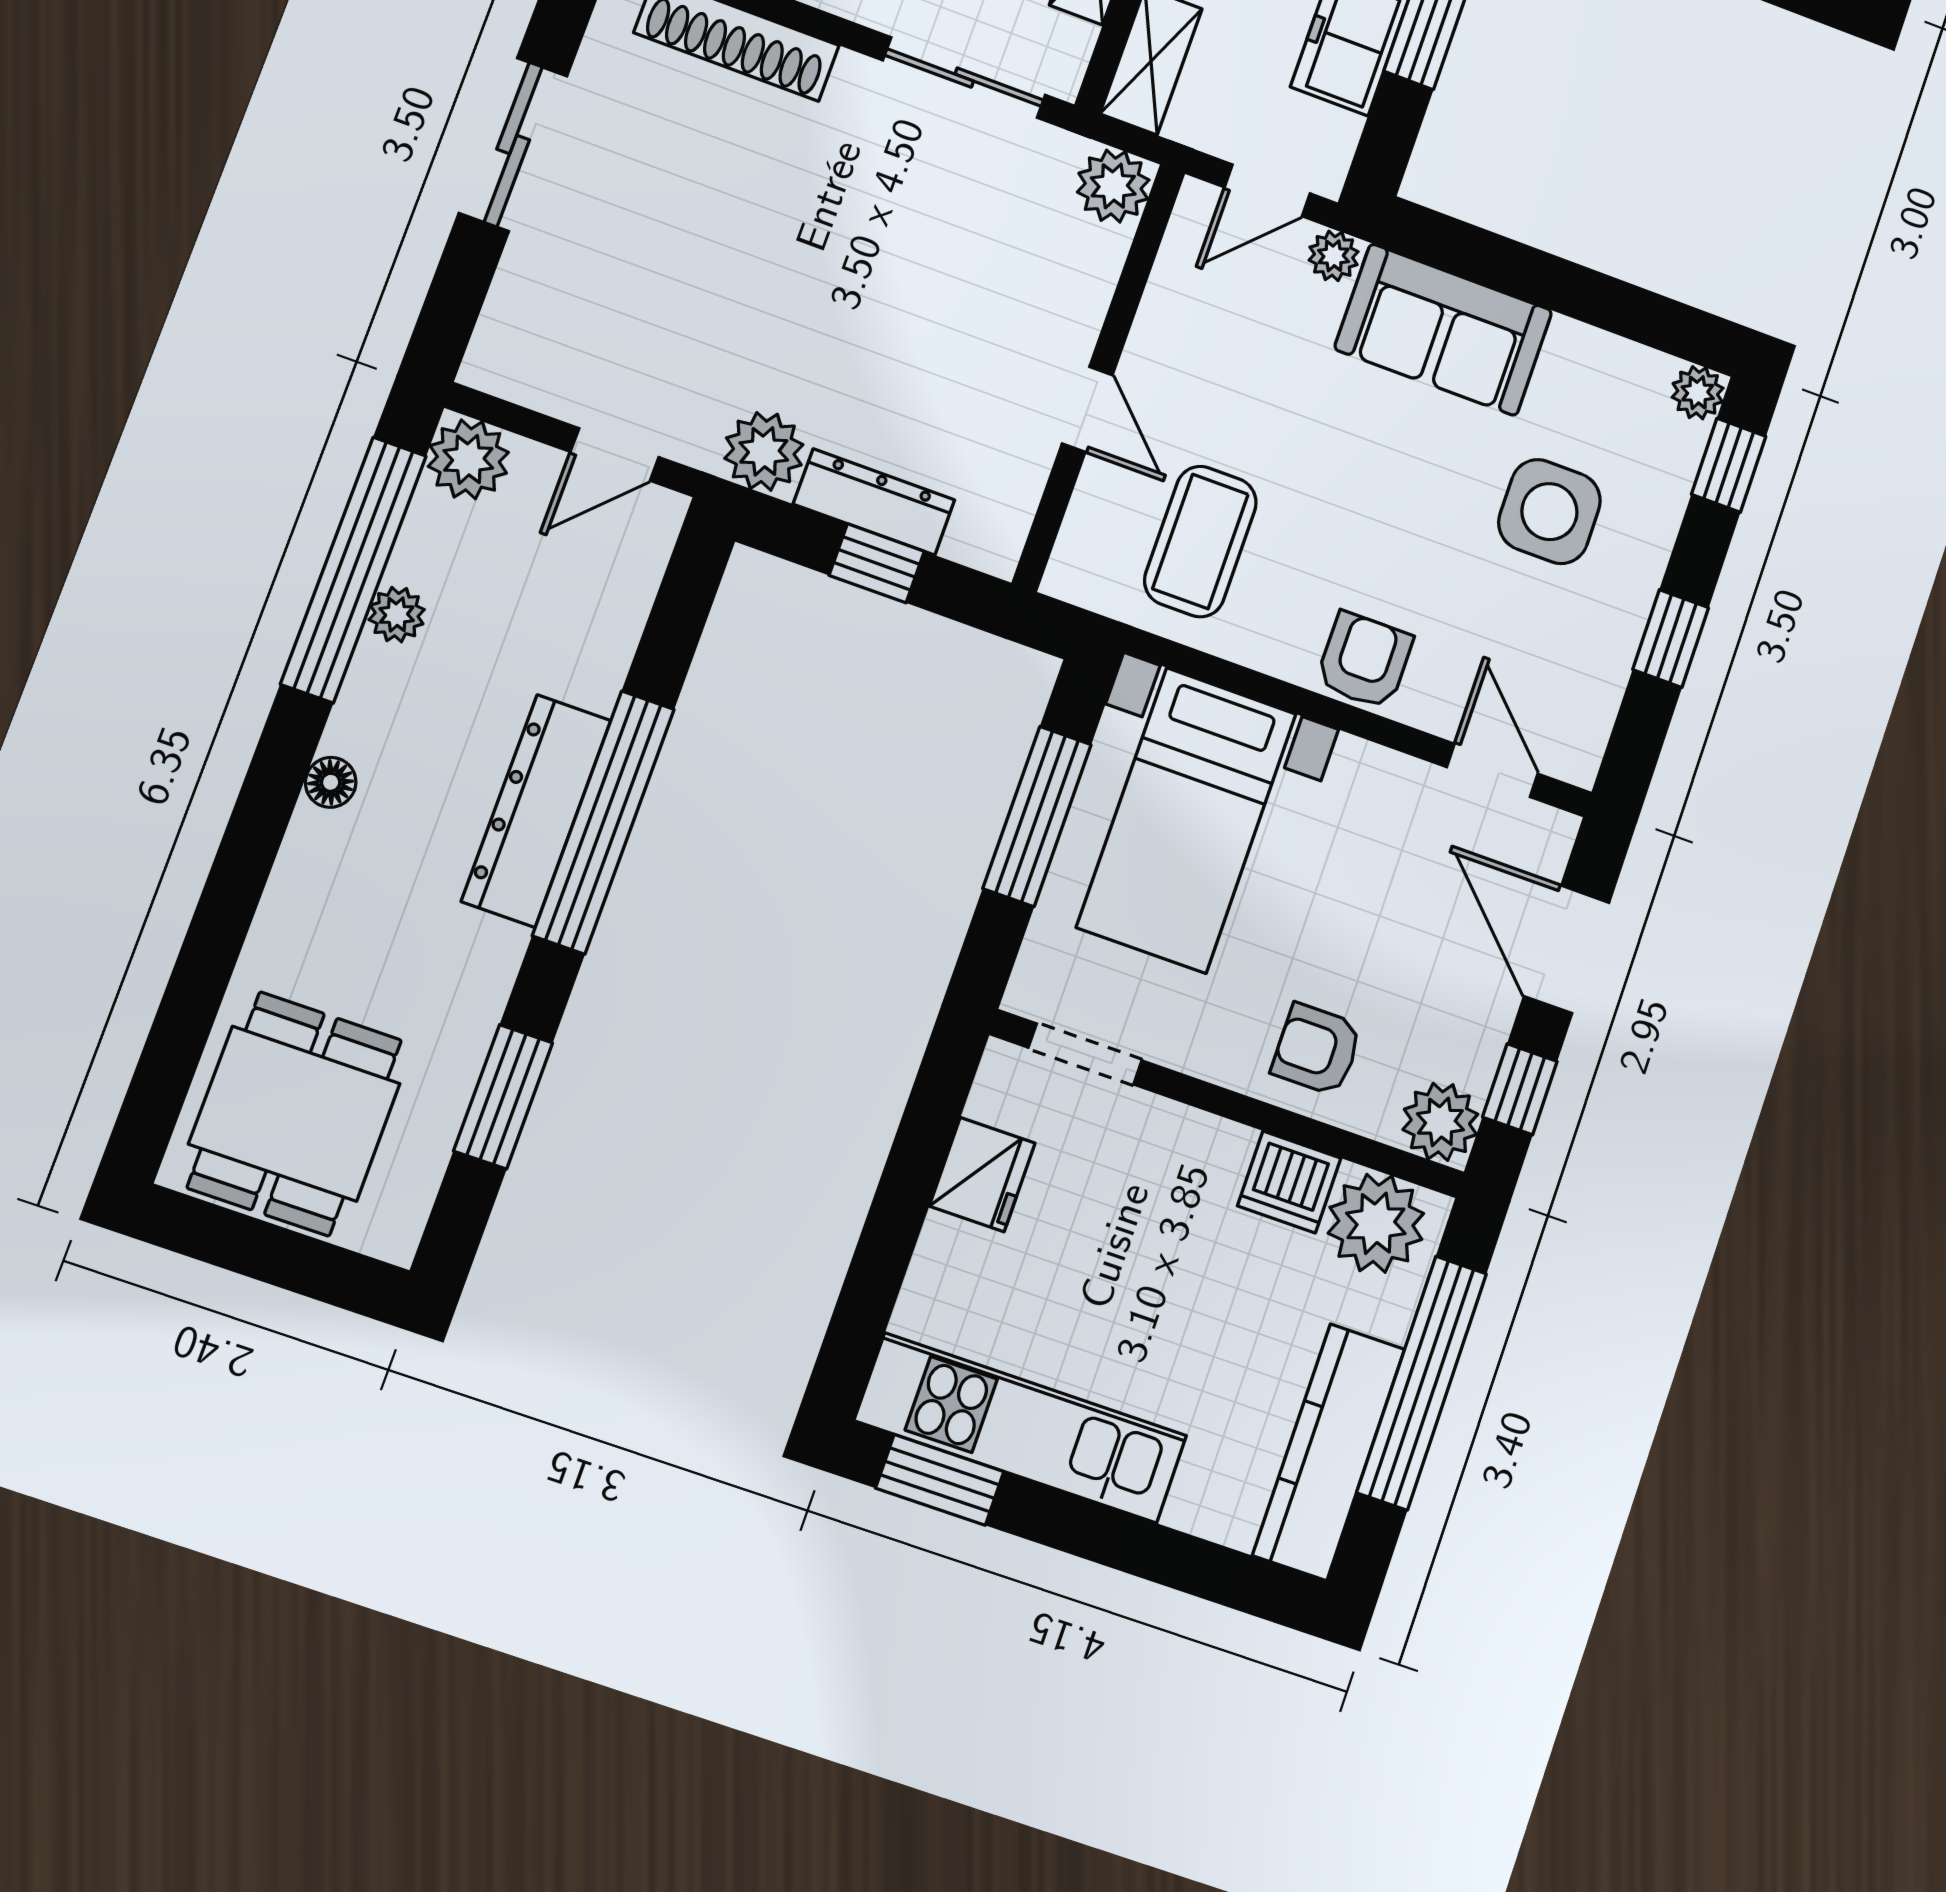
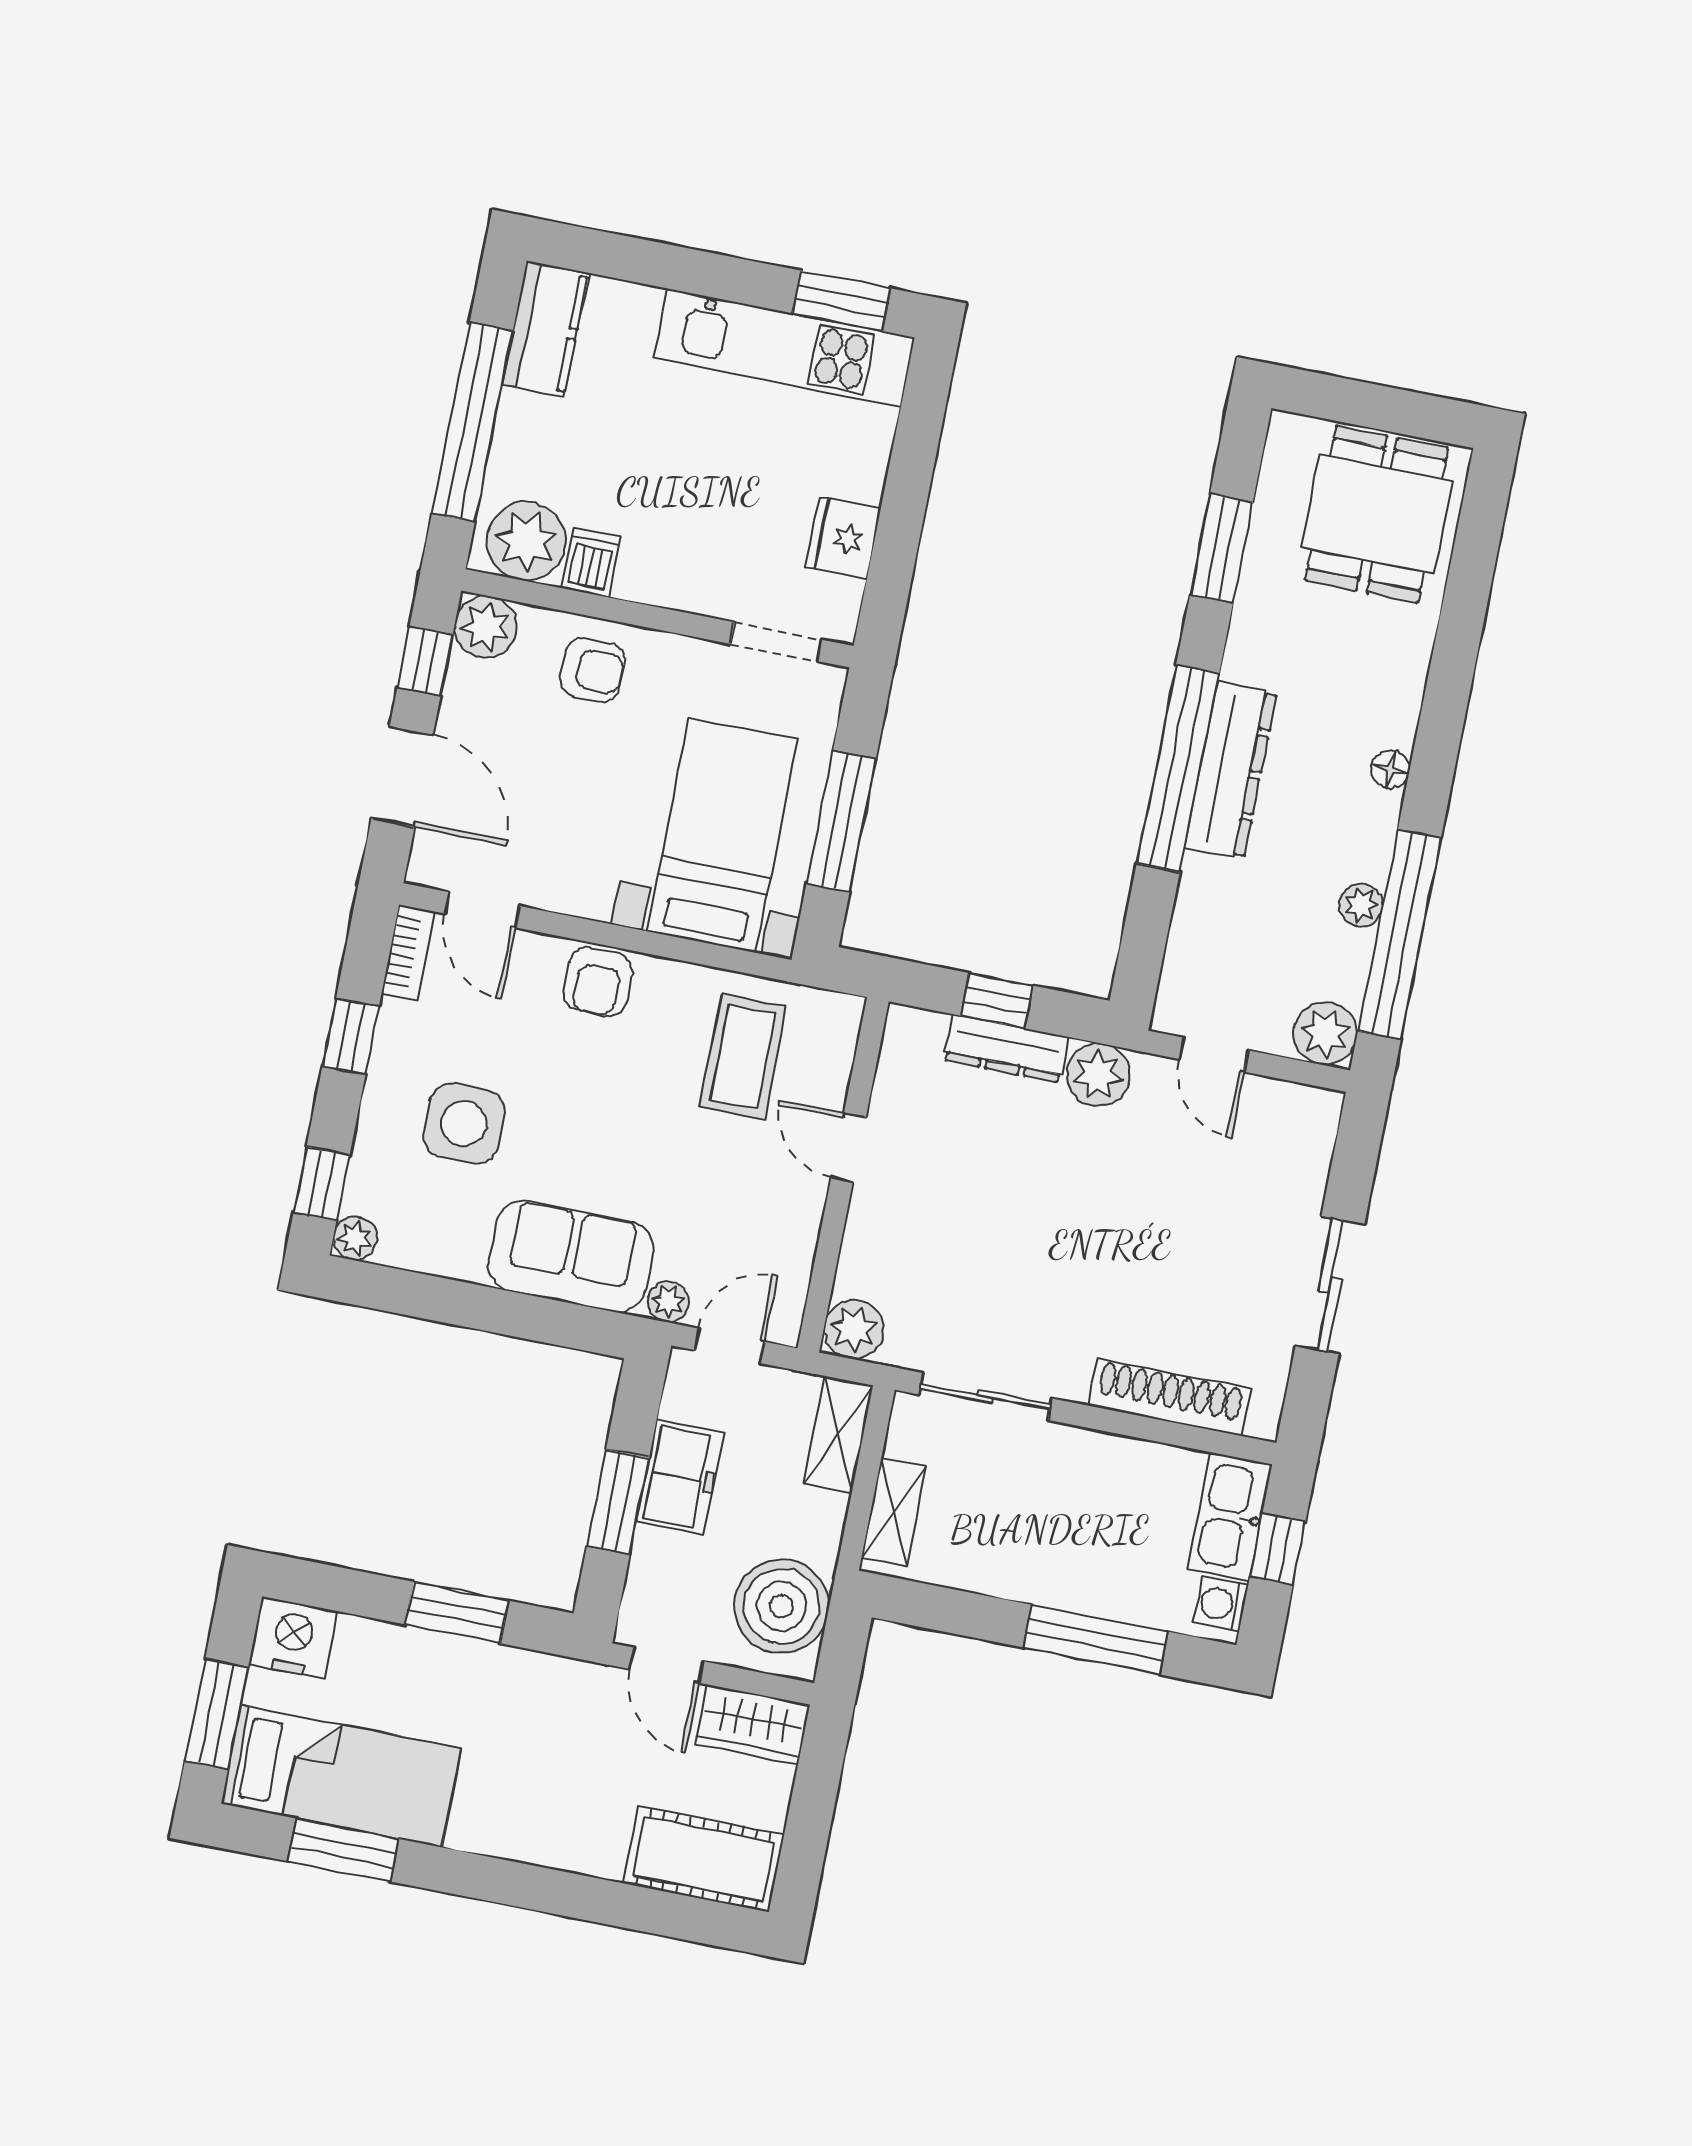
door: (615, 454) -> (1214, 1055), swing flipped
bookcase: (1589, 731) -> (408, 952), added
dishwasher: (1289, 1182) -> (591, 562), width x0.73
kitchen counter: (1329, 1452) -> (545, 329), width x0.67

